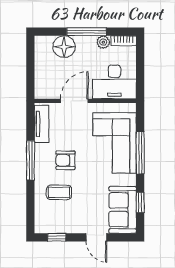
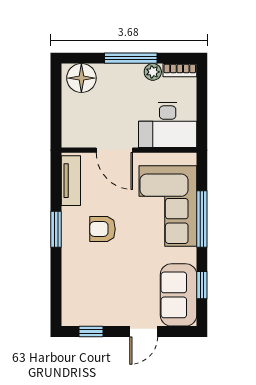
floor lamp: (64, 47) -> (81, 78), moved
door: (74, 101) -> (114, 150), swing flipped
window: (30, 160) -> (56, 229), width x0.69
coffee table: (59, 192) -> (94, 272), removed
door: (96, 237) -> (144, 331), hinge flipped

